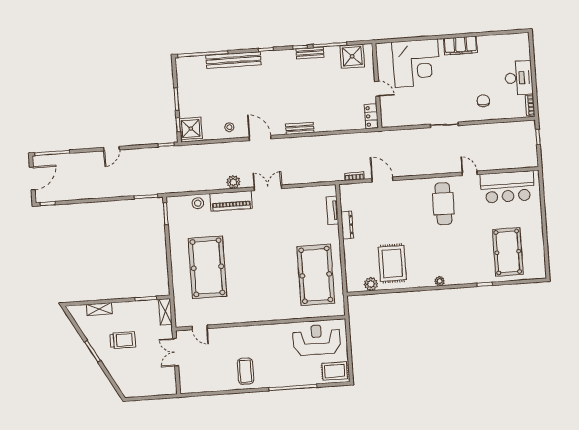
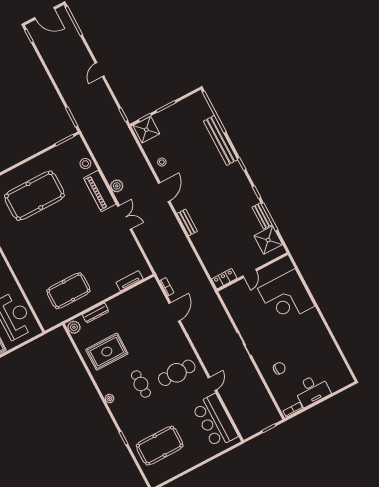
filing cabinet: (460, 45) -> (318, 328), removed
bench: (310, 53) -> (262, 216), moved
door: (111, 149) -> (100, 70), hinge flipped
dresser: (347, 225) -> (96, 313), moved
cafe table: (439, 244) -> (141, 384), added
pool table: (316, 275) -> (68, 291), width x0.73, depth x0.76
plant: (371, 284) -> (74, 327), moved

